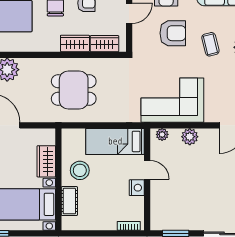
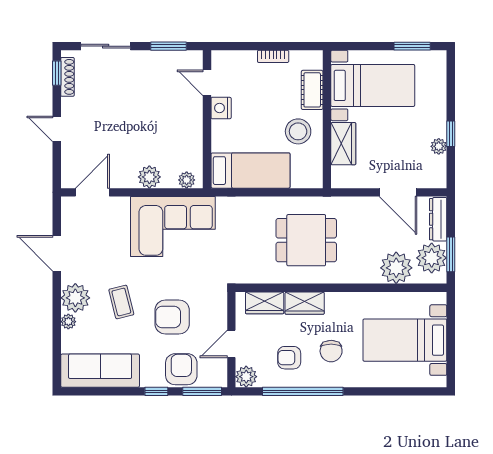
door: (147, 170) -> (207, 83), moved
bookcase: (129, 226) -> (273, 56), moved

